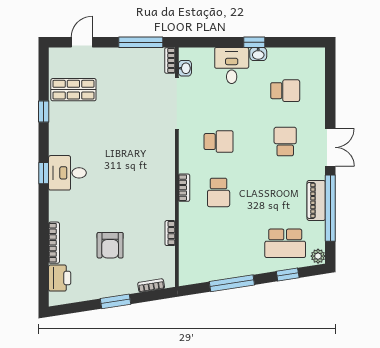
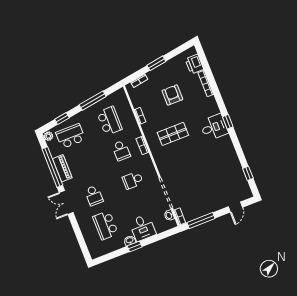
shop shelf: (73, 90) -> (173, 134), moved
school desk: (285, 91) -> (106, 225), width x1.85
window: (44, 112) -> (248, 173), moved
school desk: (219, 192) -> (121, 151), turned 180
school desk: (219, 243) -> (109, 121), added

